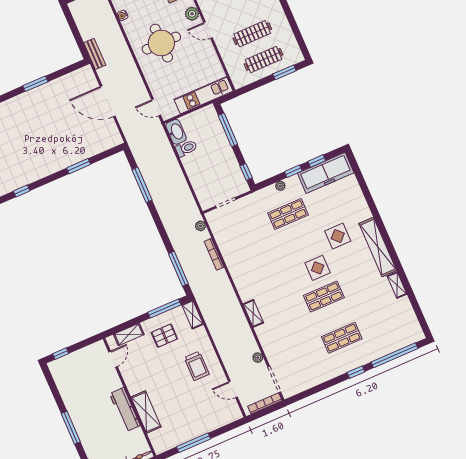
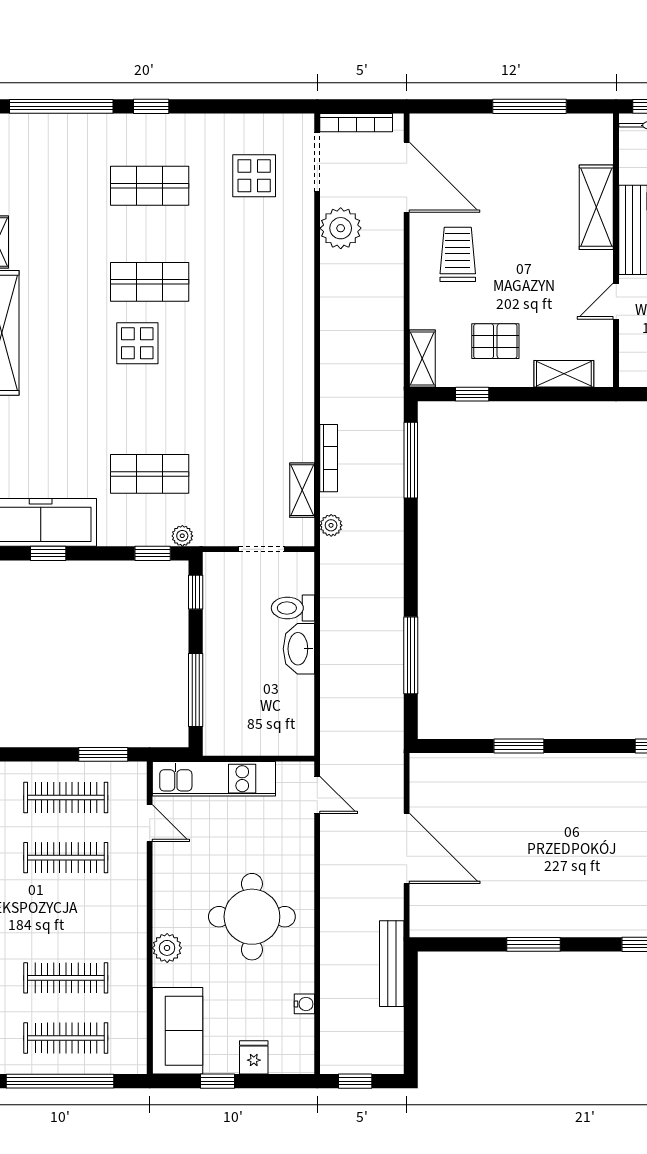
door: (208, 30) -> (150, 823), moved
bench: (95, 54) -> (392, 964), width x1.36
window: (284, 72) -> (103, 754), moved
washbasin: (176, 132) -> (299, 649), moved
toilet: (186, 148) -> (293, 608), moved
window: (293, 171) -> (153, 553), moved
plant: (280, 186) -> (182, 536), moved
display table: (338, 236) -> (254, 176), moved
window: (164, 309) -> (472, 394), width x0.46
shelving: (253, 313) -> (302, 490), moved
plant: (258, 358) -> (341, 228), width x1.88, depth x1.88
door: (113, 359) -> (616, 301), moved
door: (233, 389) -> (407, 177), width x1.88

